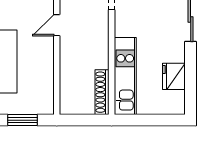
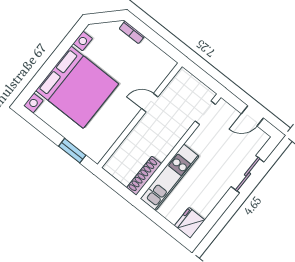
fridge: (174, 76) -> (190, 223), moved

